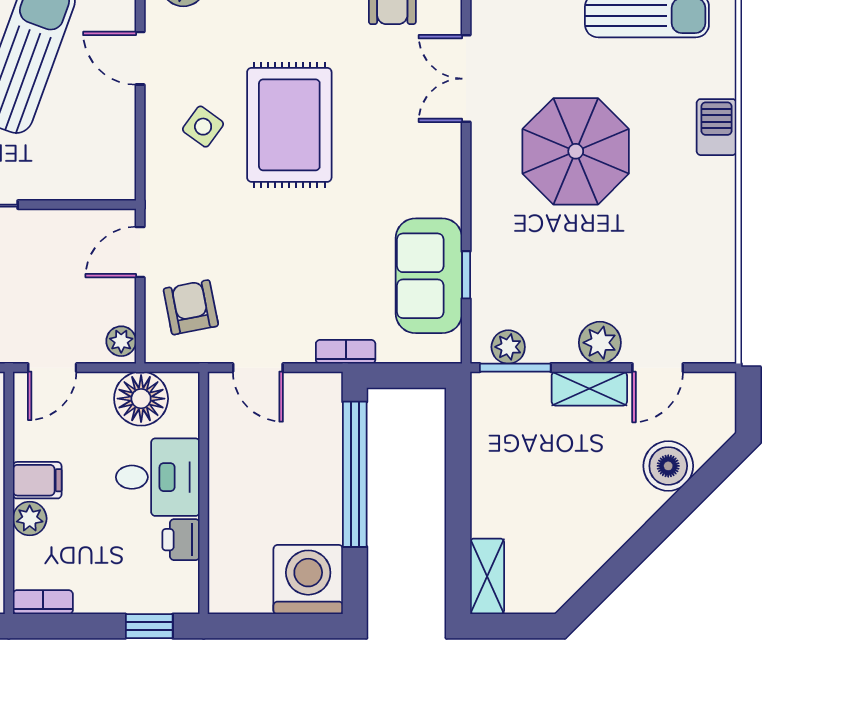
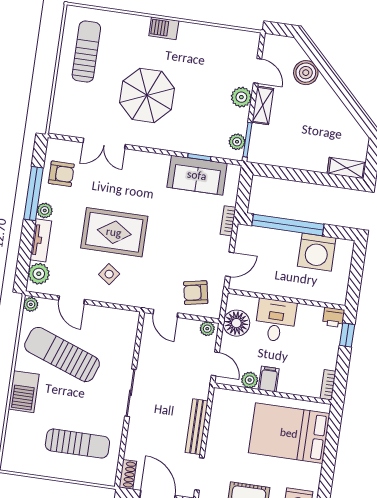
door: (140, 58) -> (72, 300), hinge flipped
barbecue: (717, 127) -> (164, 28), moved
plant: (30, 519) -> (250, 380), moved
printer: (181, 540) -> (334, 317), moved
washing machine: (308, 579) -> (317, 252), moved, turned -90

